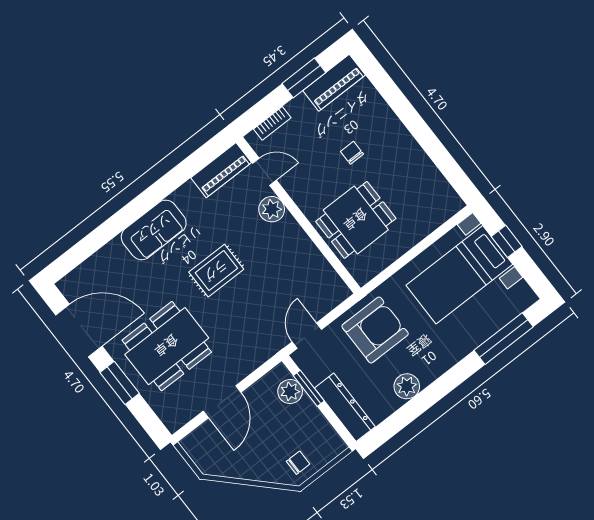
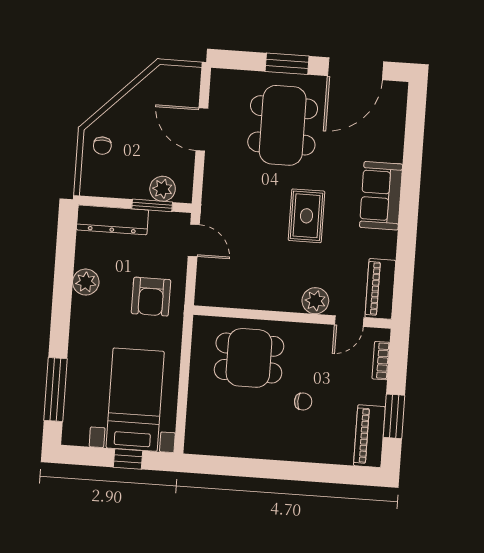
dining table: (356, 220) -> (249, 358), turned 90
armchair: (375, 330) -> (151, 297), width x0.73, depth x0.73

